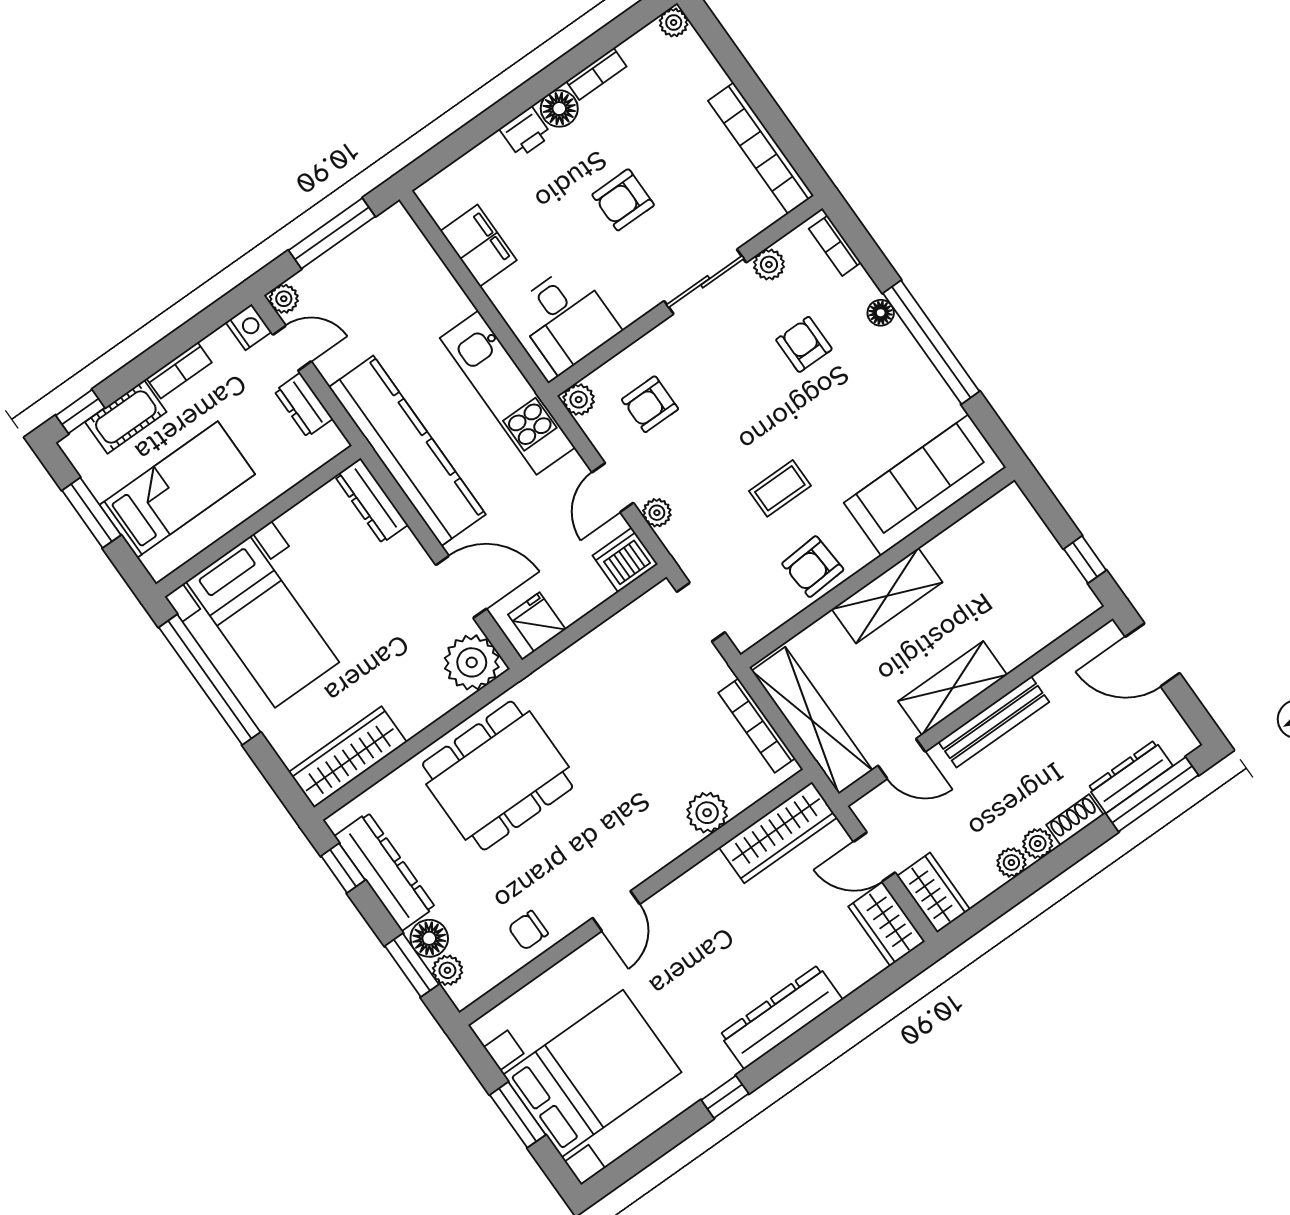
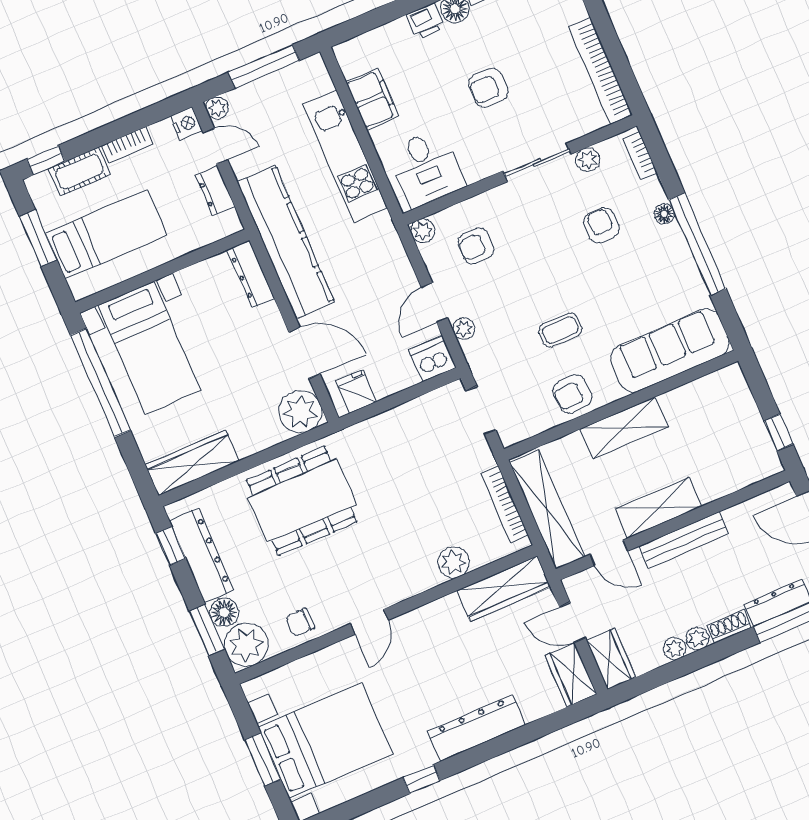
kitchen unit: (507, 393) -> (345, 156), moved
plant: (447, 970) -> (246, 645), width x1.88, depth x1.88

